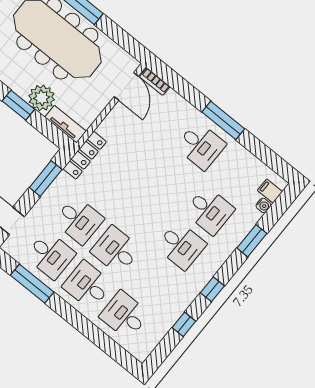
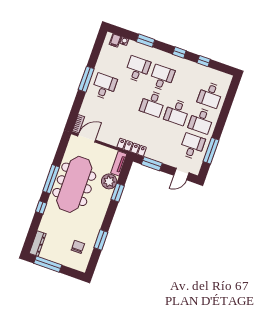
desk: (79, 220) -> (153, 104), moved, turned 180

